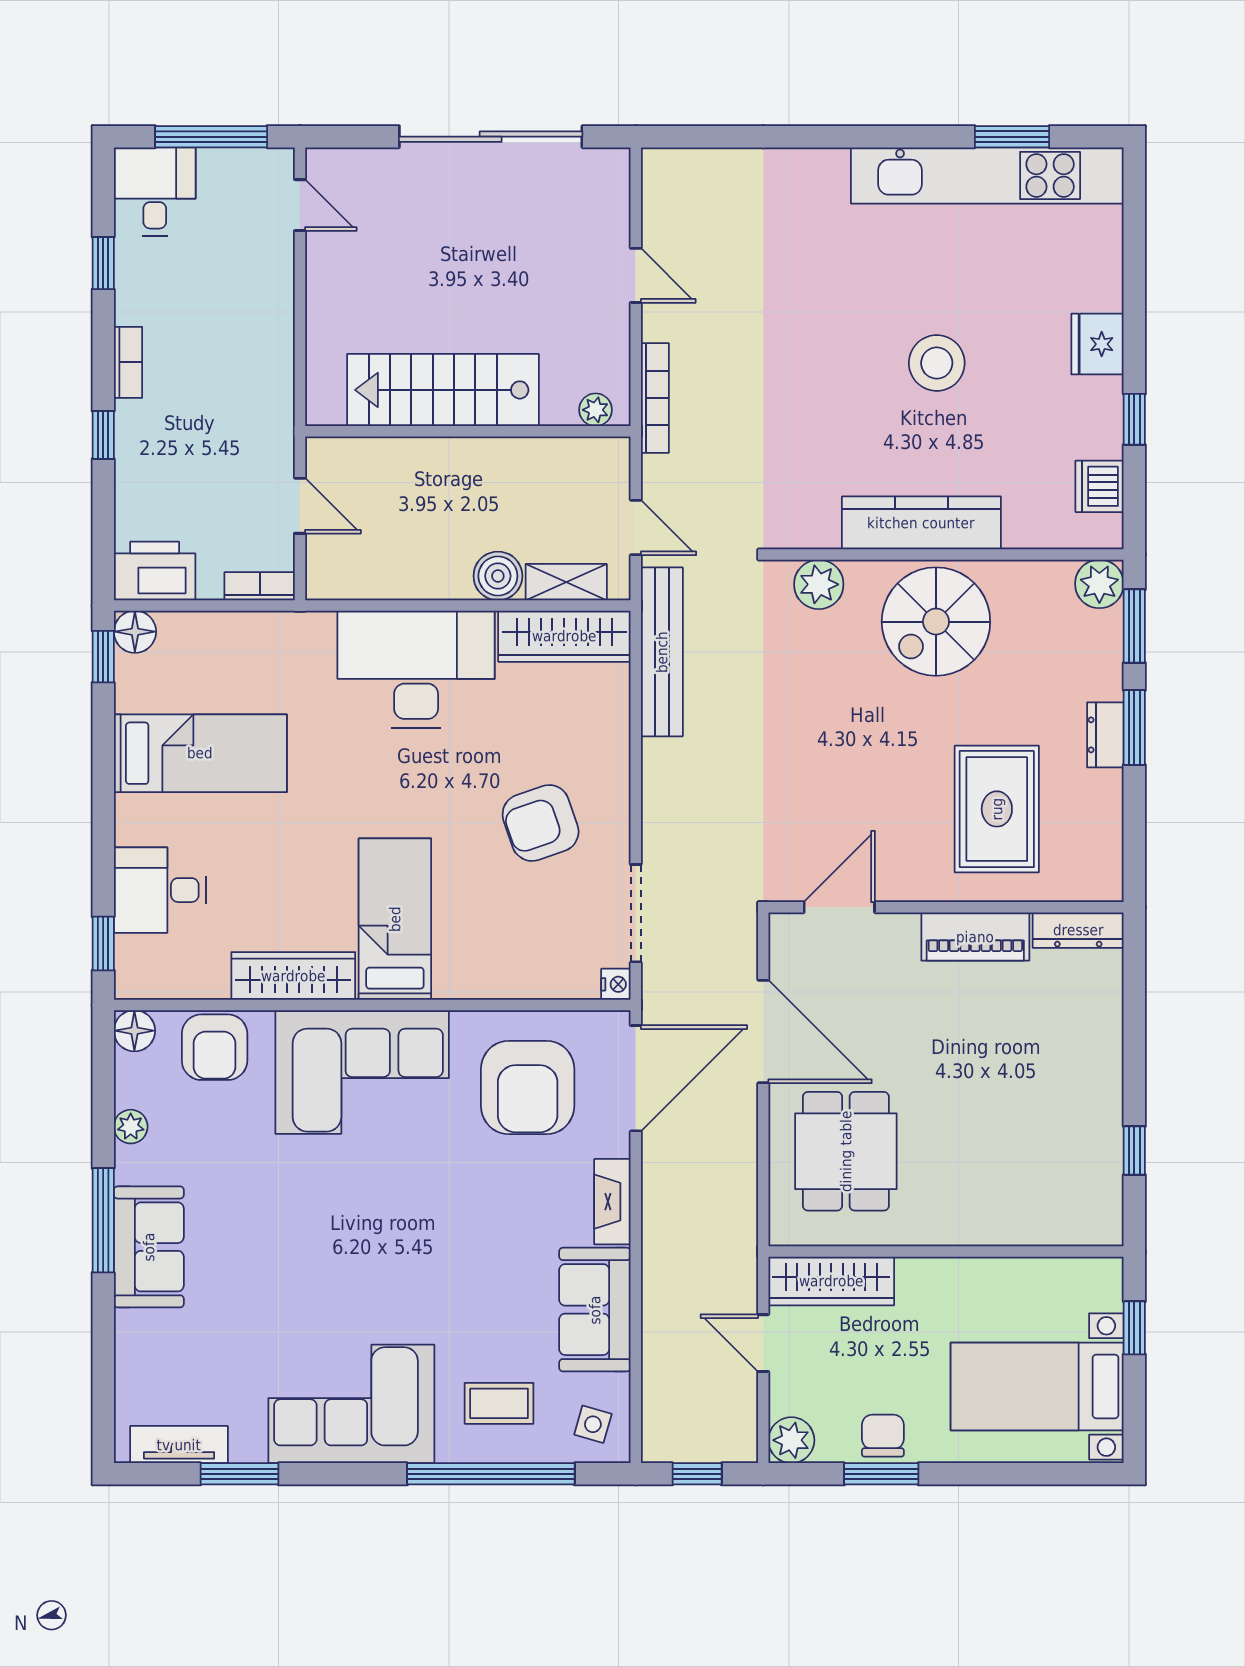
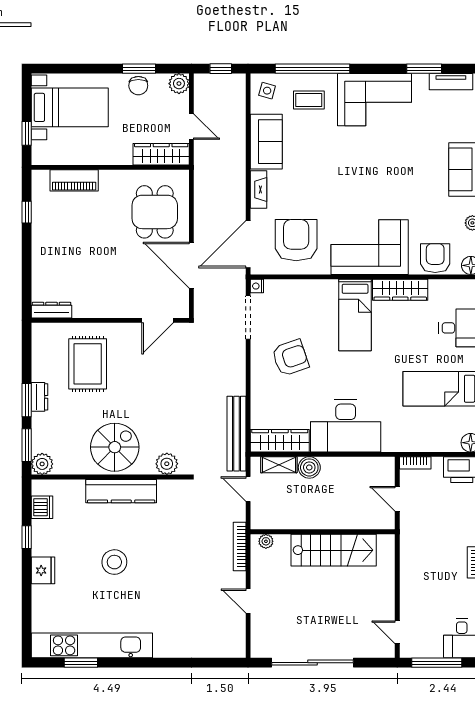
piano: (975, 937) -> (74, 180), moved, turned 180

